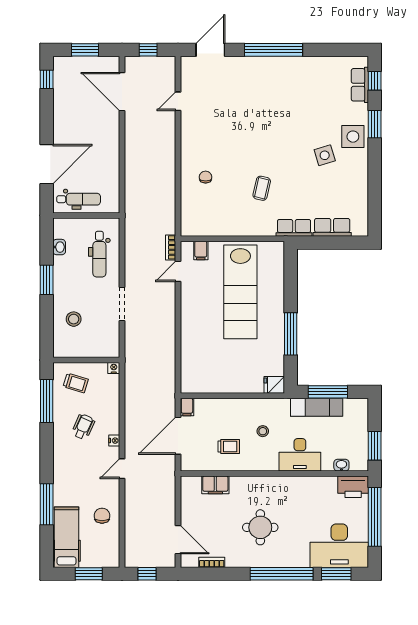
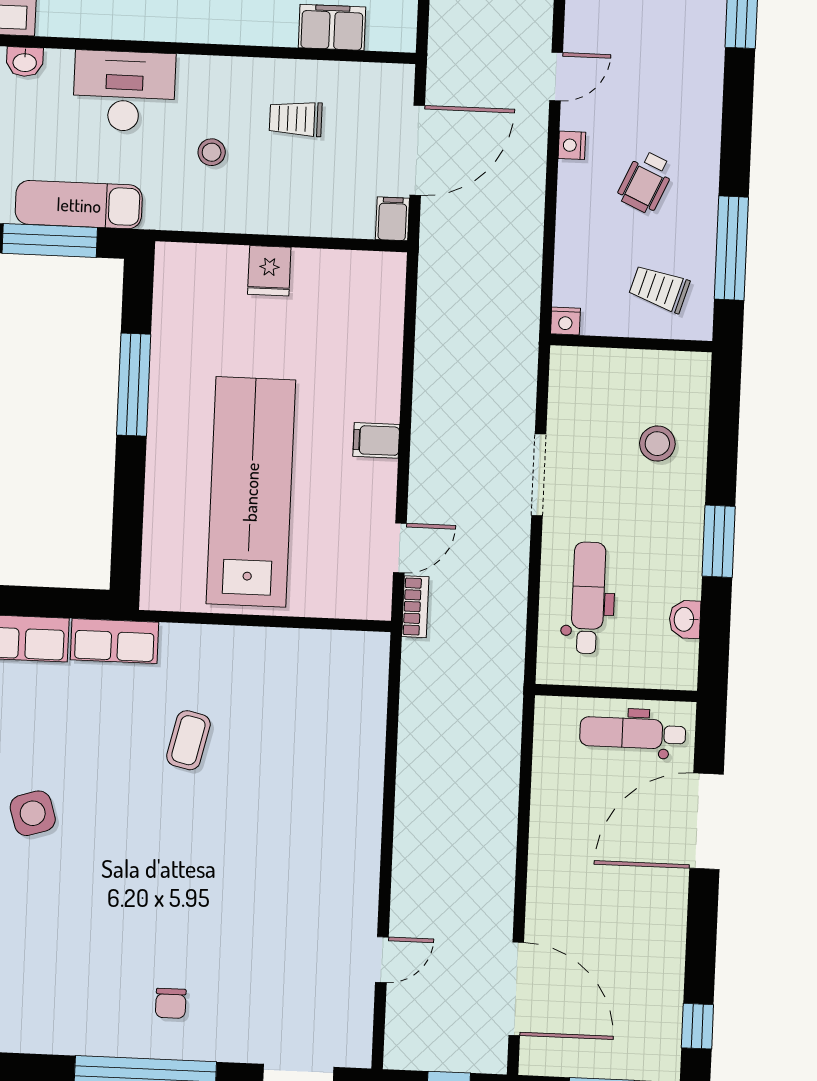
chair: (206, 177) -> (171, 1003), moved
filing cabinet: (201, 250) -> (376, 440), moved, turned -90
fridge: (274, 385) -> (269, 271), moved, turned 90

